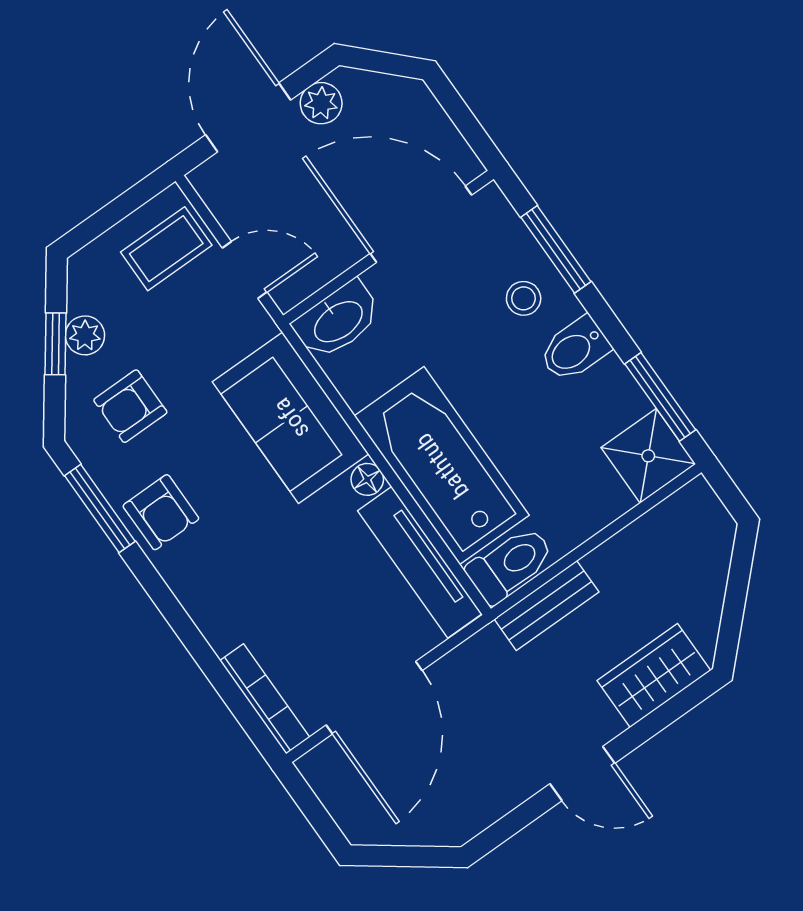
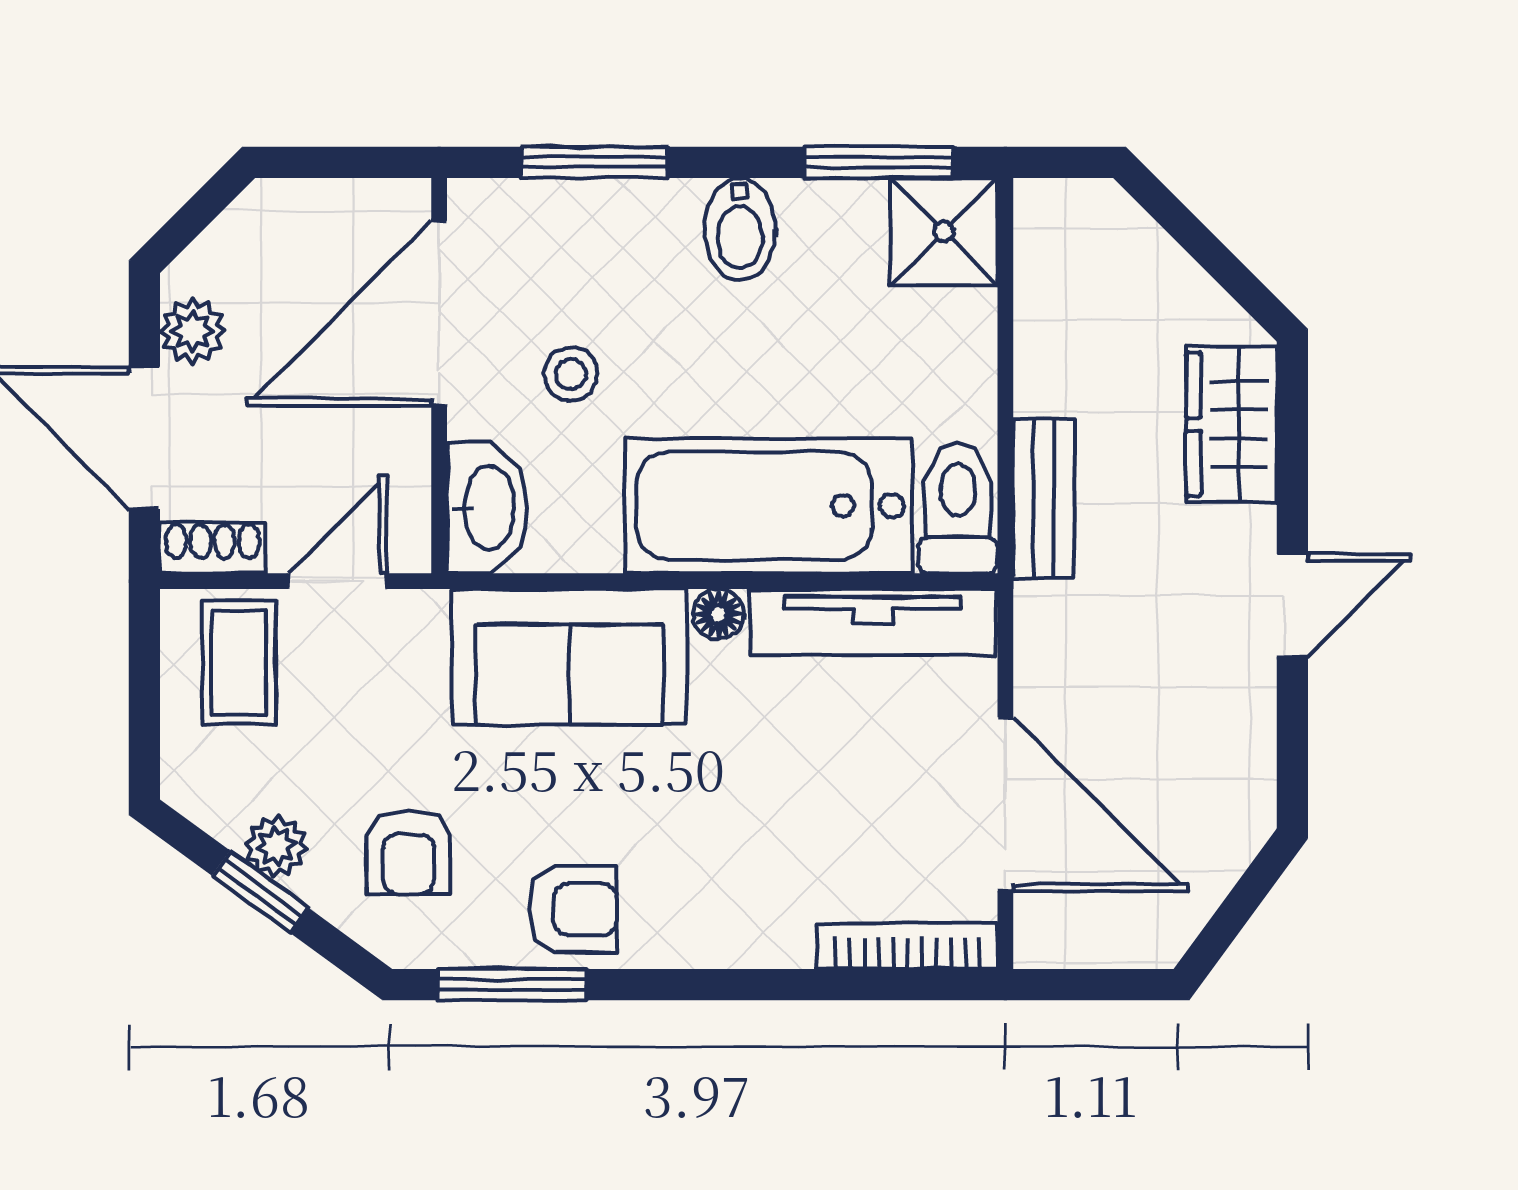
shoe rack: (216, 193) -> (213, 548), added
stool: (524, 298) -> (571, 374), moved

